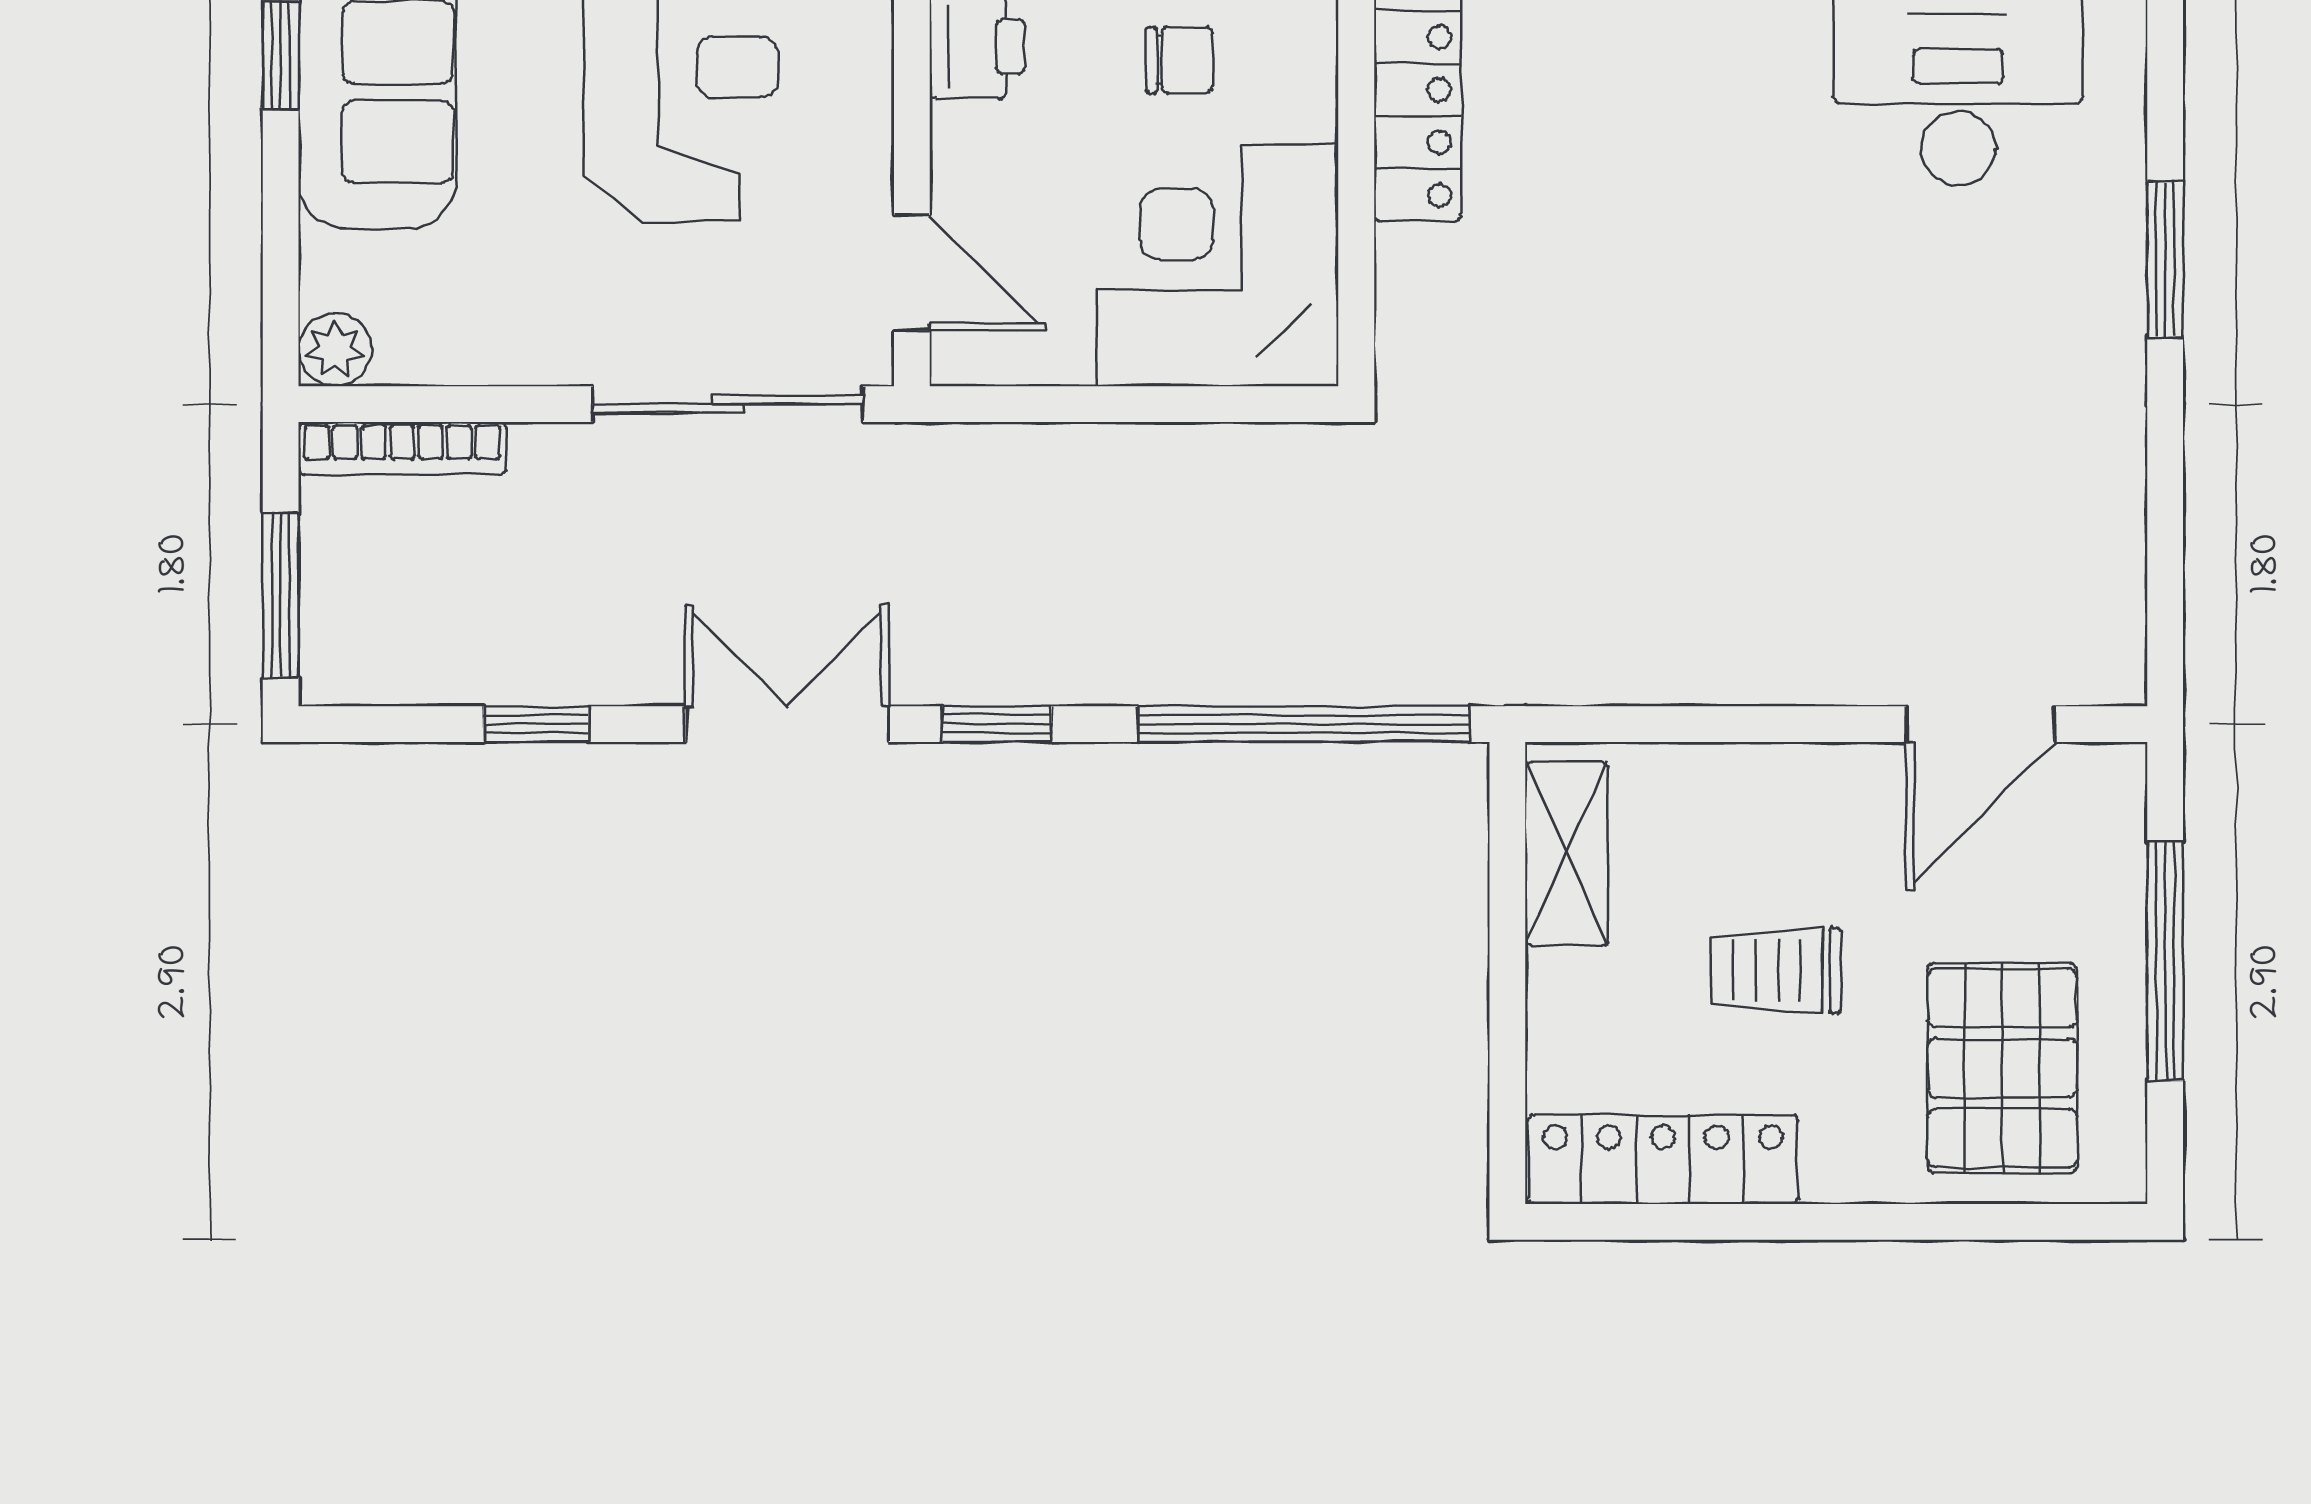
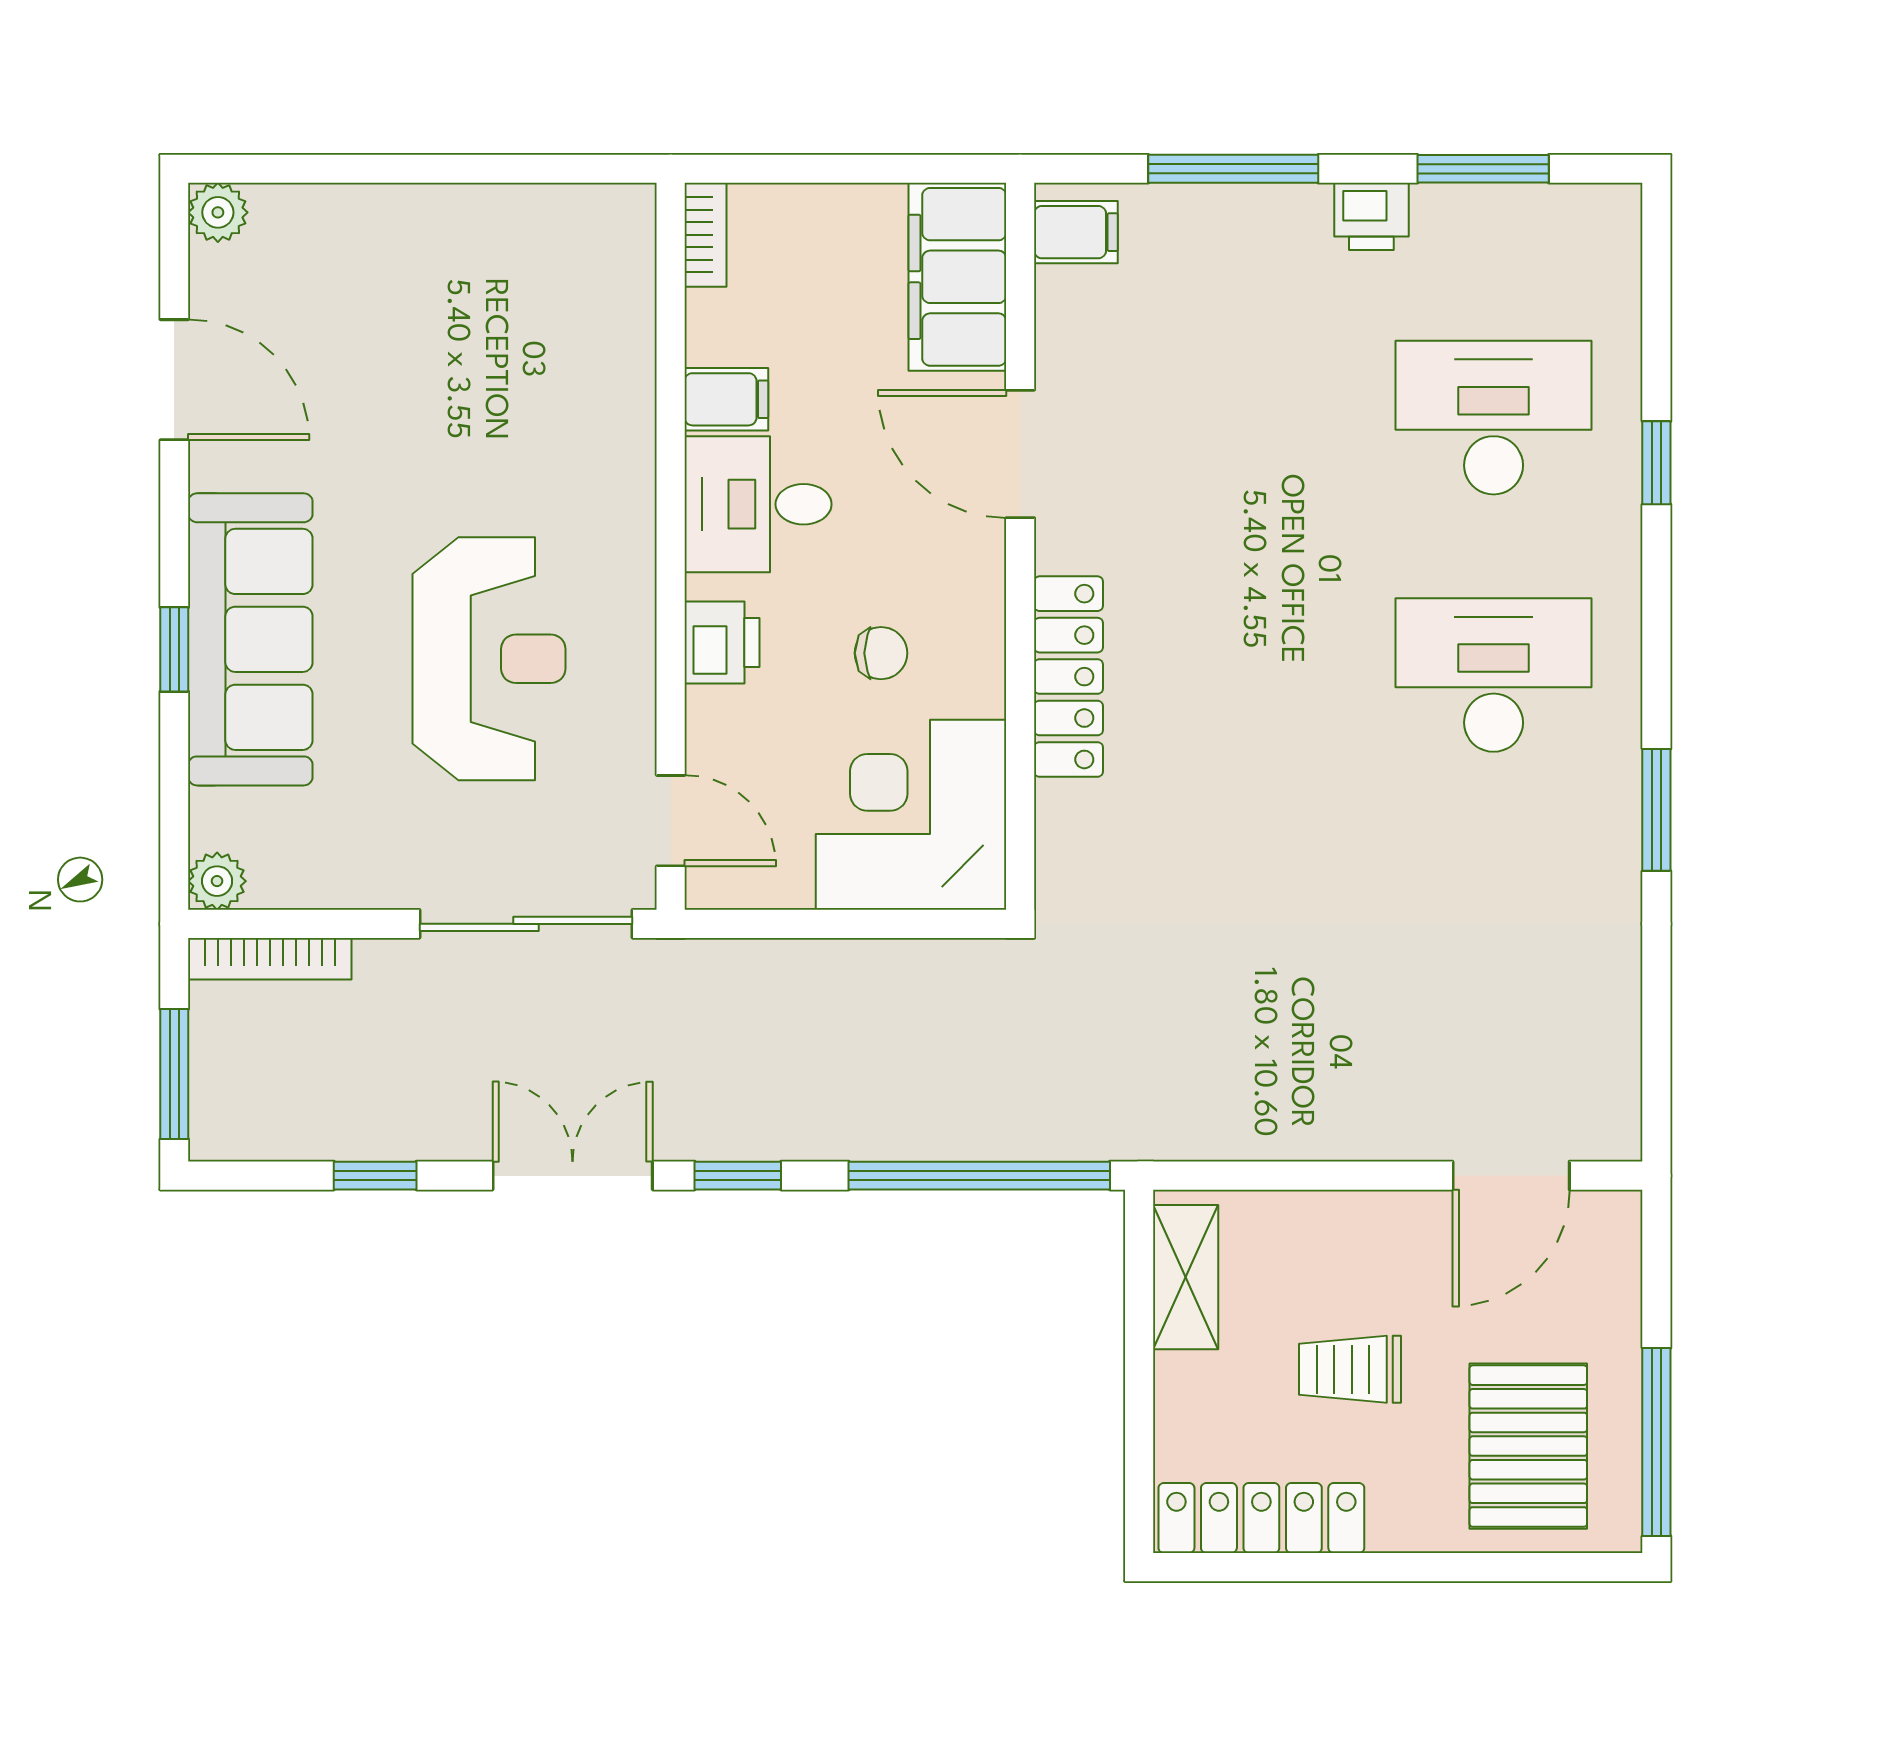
window: (2165, 961) -> (1656, 1442), moved

